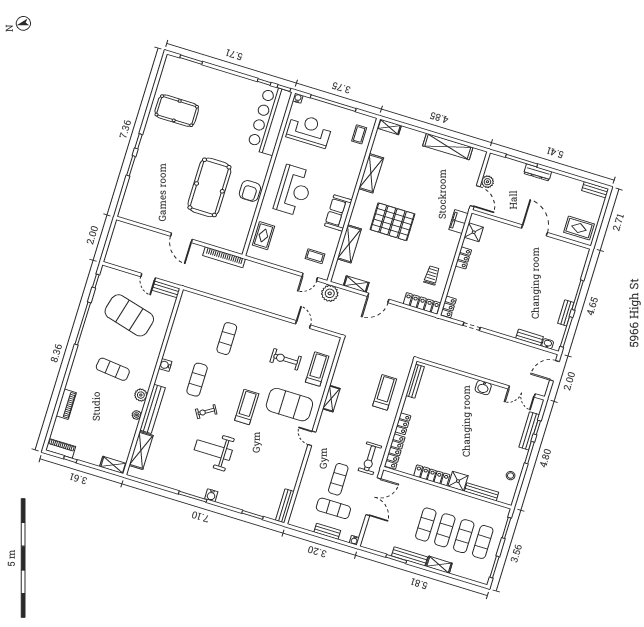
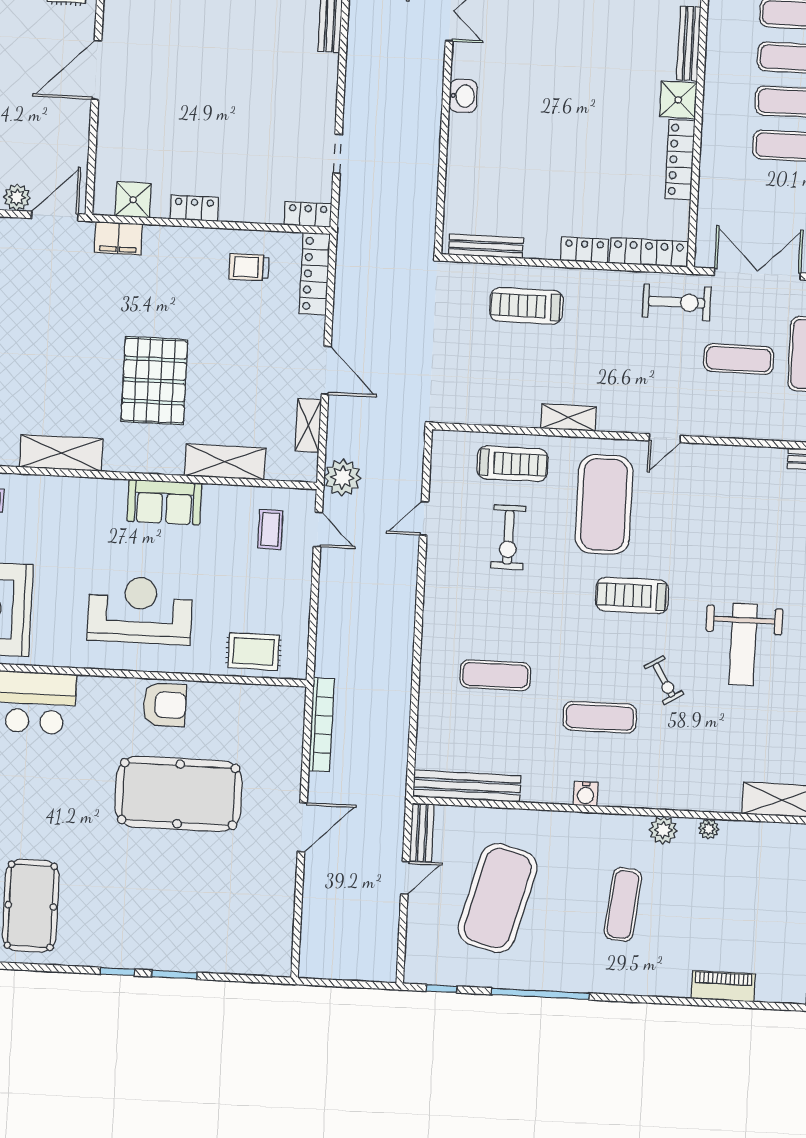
treadmill: (317, 369) -> (512, 464), turned 180
bench: (152, 409) -> (467, 786), moved

